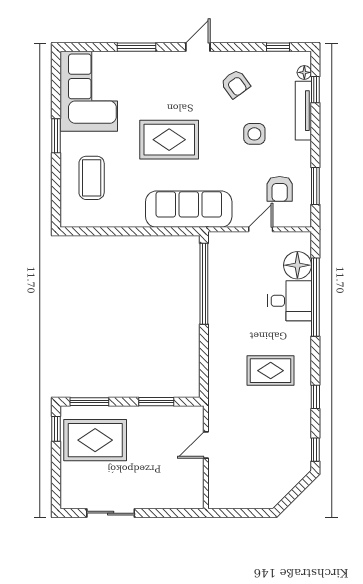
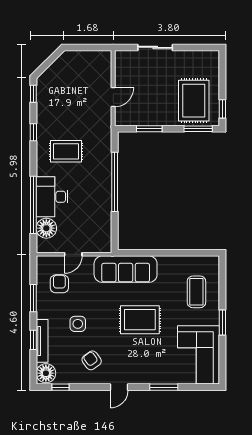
floor lamp: (304, 72) -> (46, 373), width x1.89, depth x1.89
window: (315, 90) -> (33, 340), moved
window: (315, 186) -> (33, 298), moved
window: (204, 284) -> (115, 182), moved
desk: (290, 301) -> (52, 197), width x1.37
rug: (95, 440) -> (194, 101), turned 90
sliding door: (111, 513) -> (155, 47), moved

